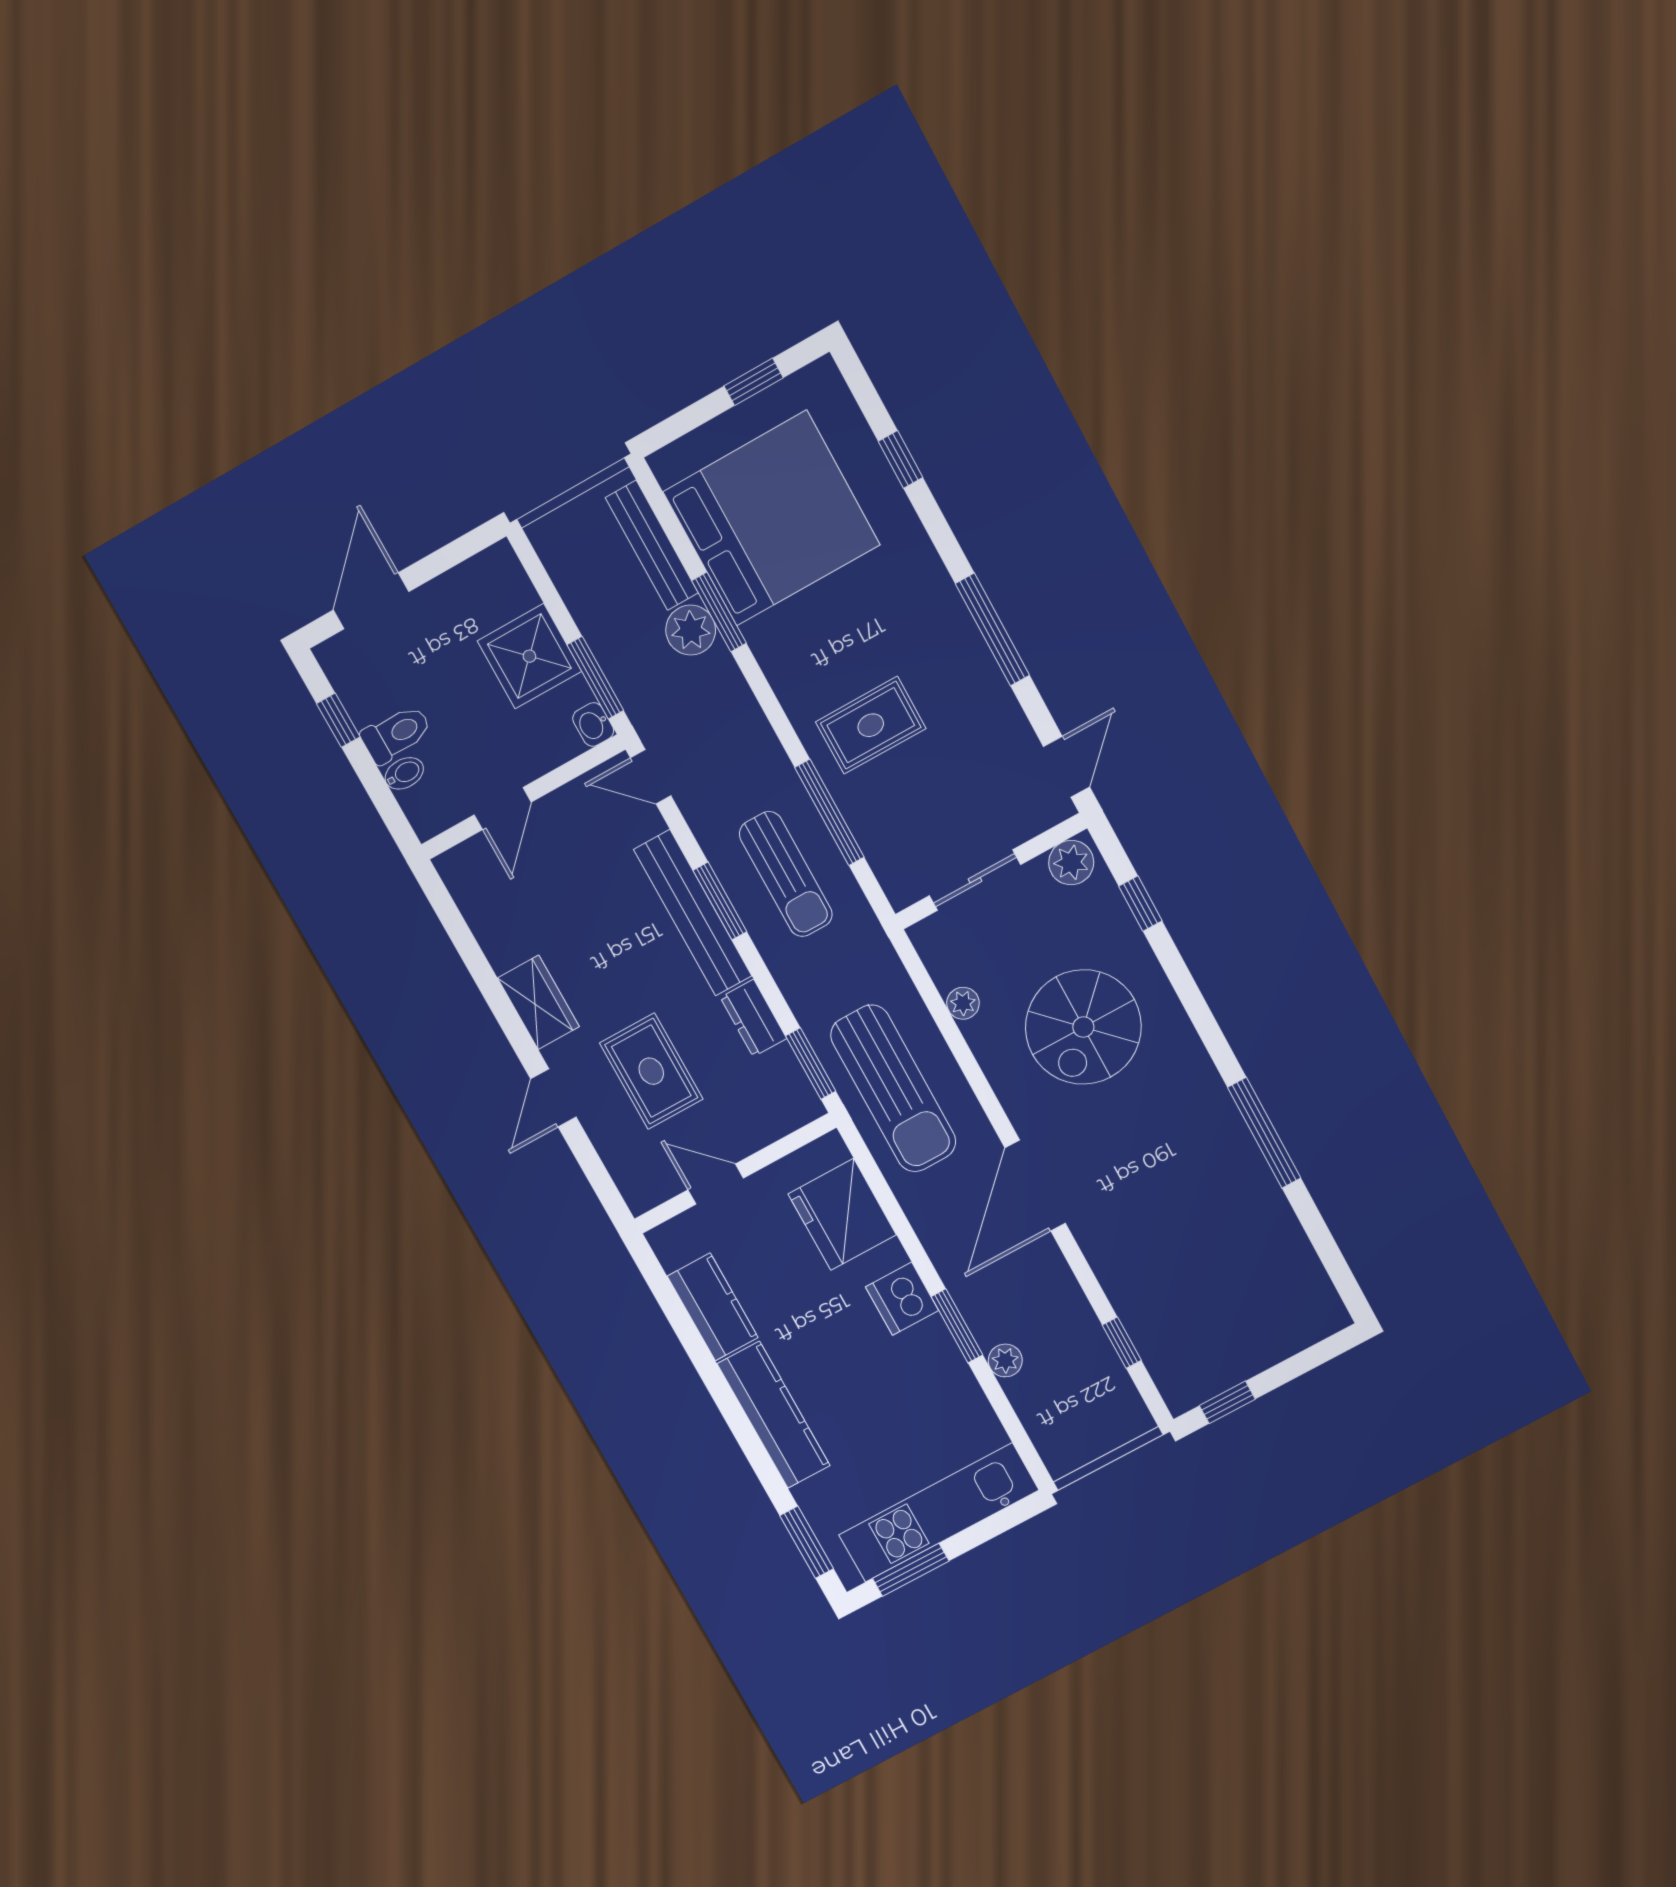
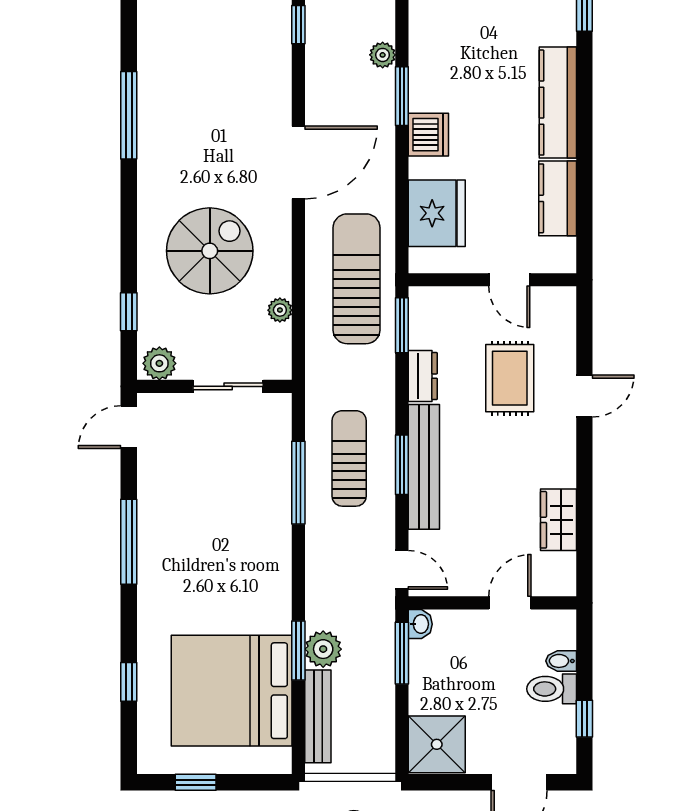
shower: (529, 656) -> (437, 744), moved
rug: (871, 725) -> (241, 524), removed
wardrobe: (538, 1002) -> (558, 520), moved

